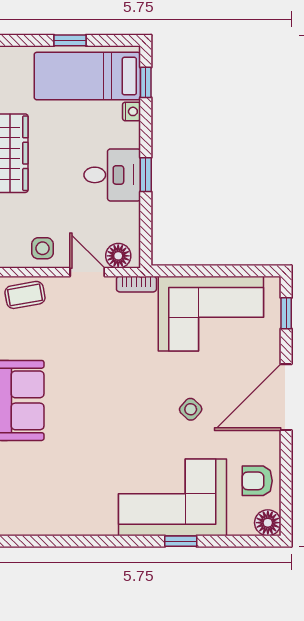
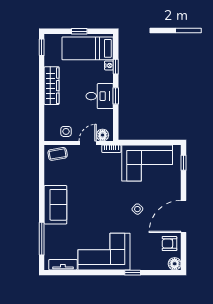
window: (146, 82) -> (116, 67), moved
door: (87, 272) -> (88, 143), hinge flipped
door: (286, 397) -> (183, 216), moved
corner sofa: (172, 497) -> (104, 252), moved
tv unit: (36, 525) -> (63, 265), added

